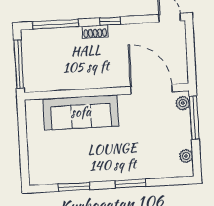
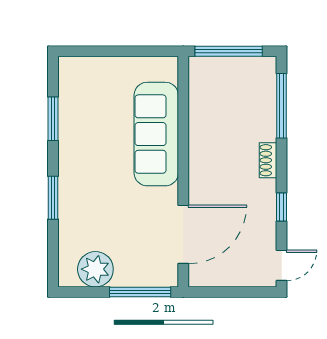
window: (110, 21) -> (282, 207), moved
plant: (183, 103) -> (161, 277), removed
plant: (186, 156) -> (95, 269), width x1.88, depth x1.88

